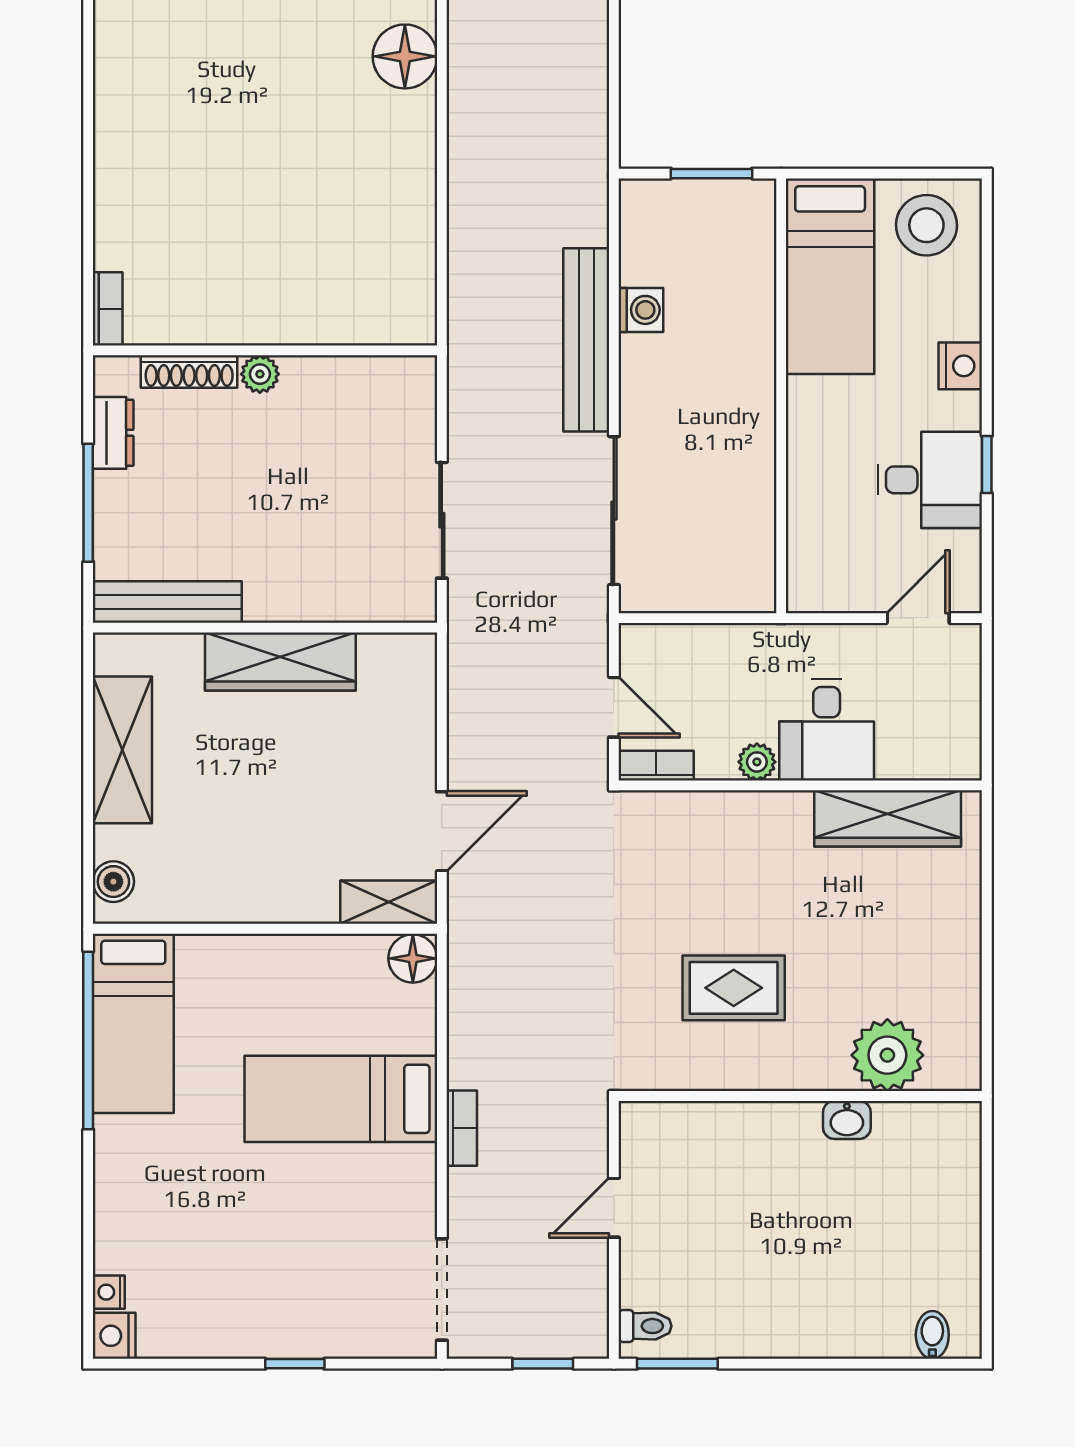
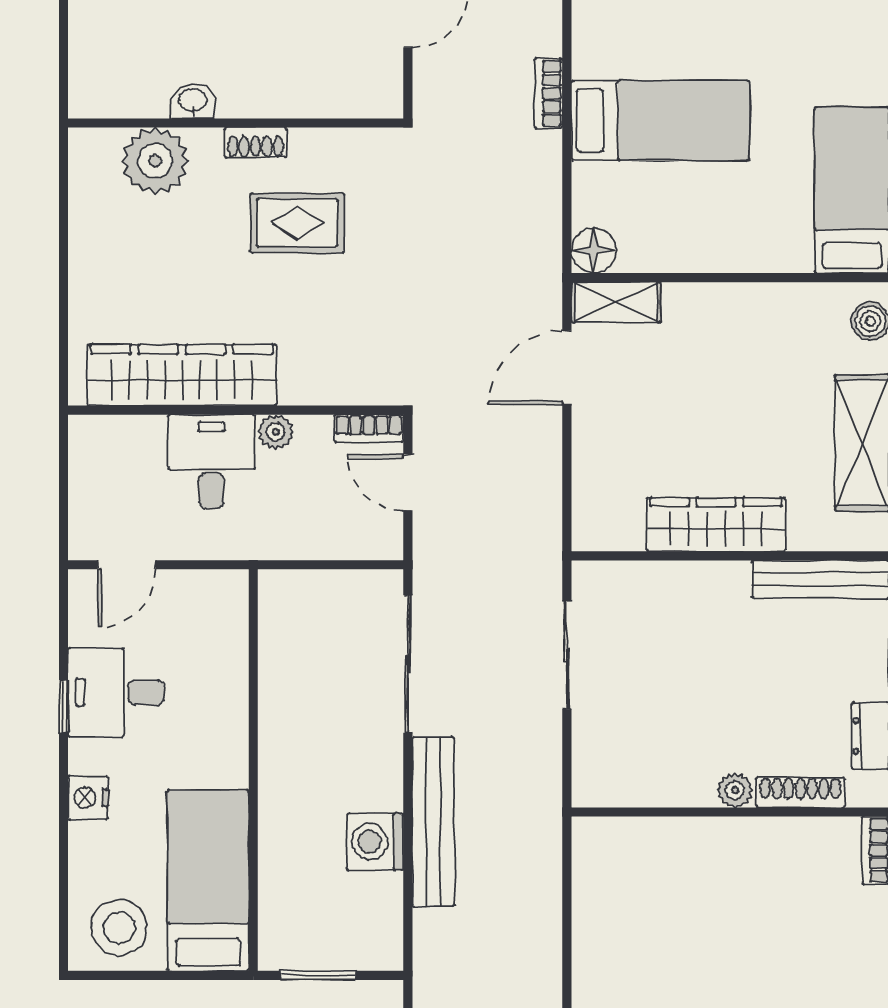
washing machine: (641, 310) -> (375, 842), width x1.38, depth x1.38
wardrobe: (888, 818) -> (182, 375), width x1.40, depth x1.17
shoe rack: (779, 1075) -> (256, 142), added

